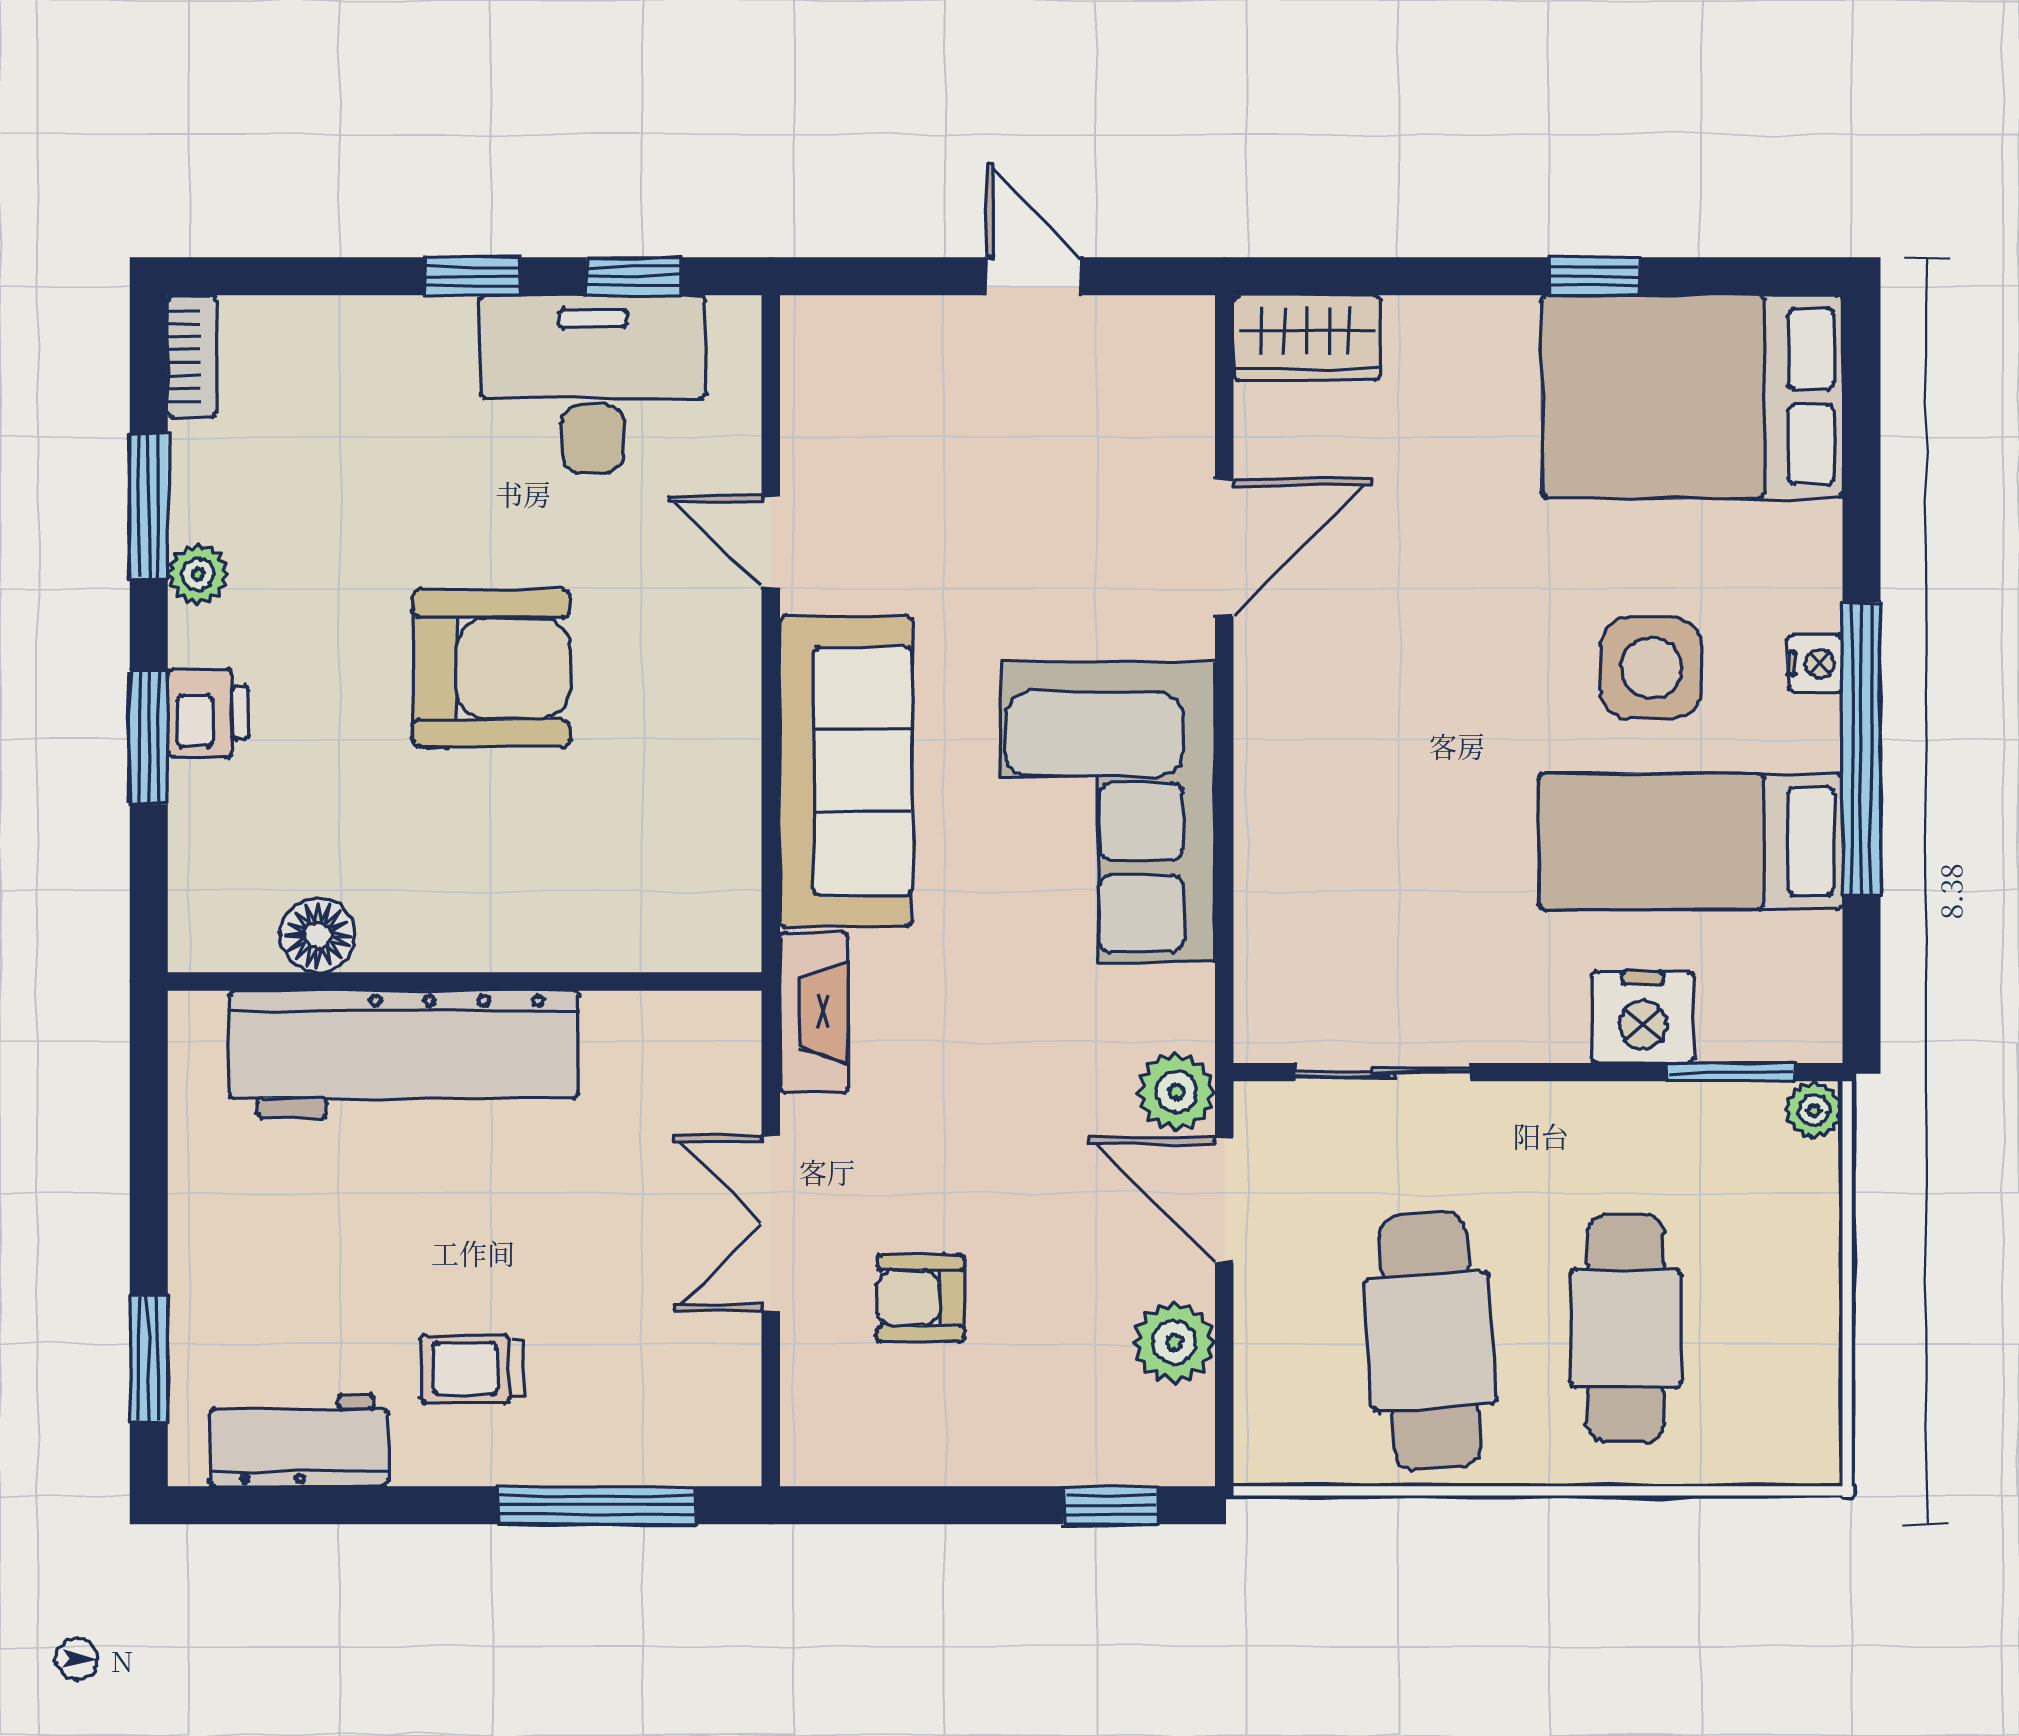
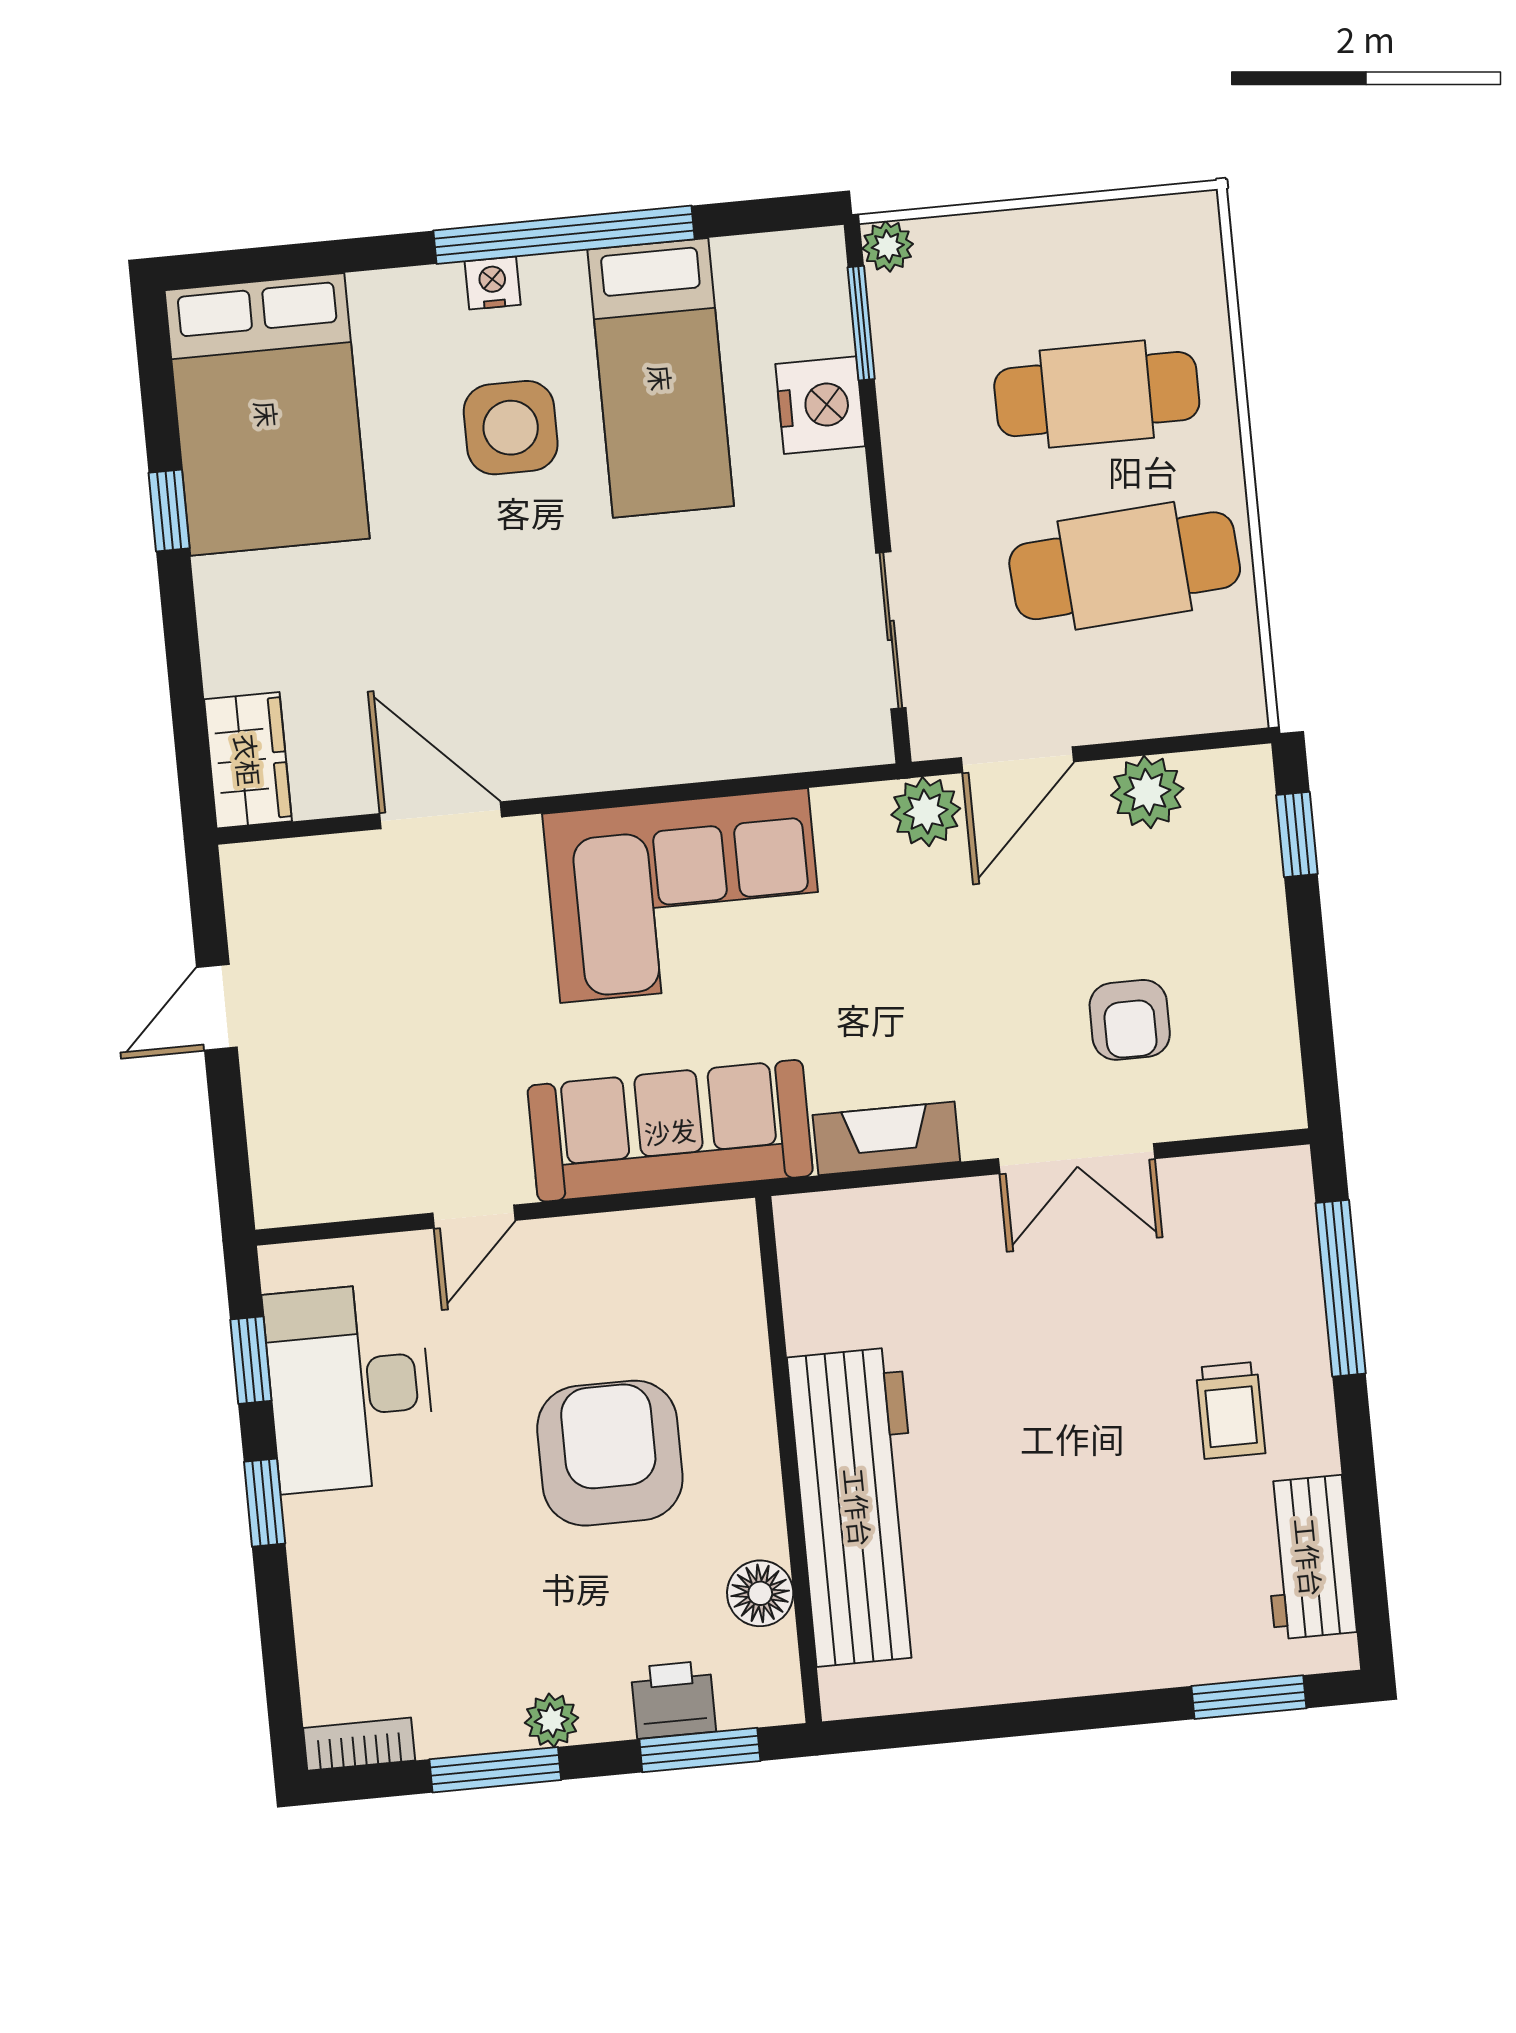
floor lamp: (318, 935) -> (760, 1593), moved
wall: (465, 981) -> (789, 1460), moved
workbench: (404, 1054) -> (858, 1507), moved

